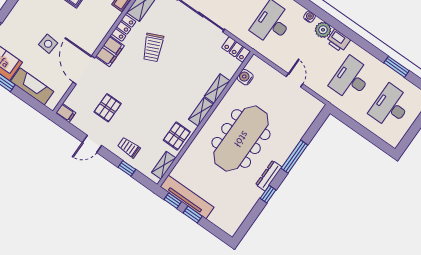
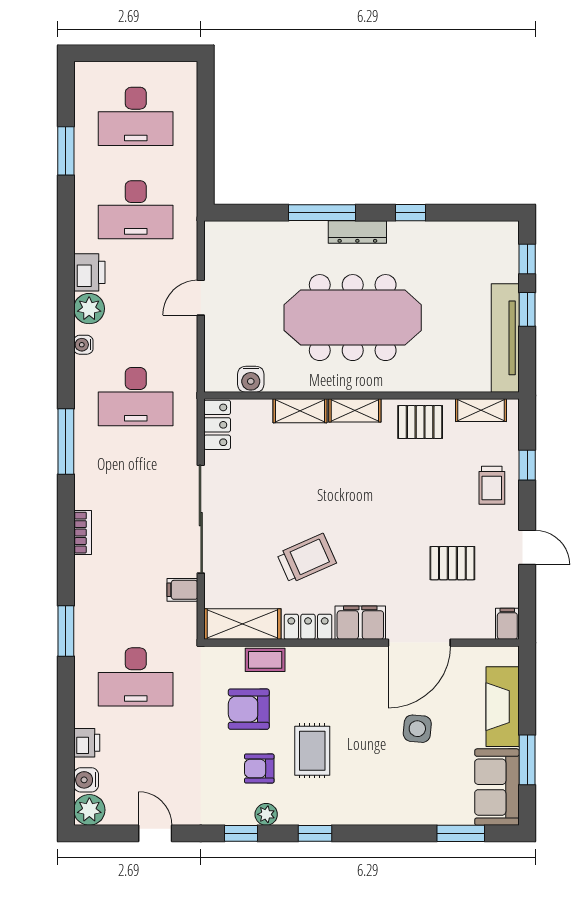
dresser: (269, 176) -> (357, 232), moved
window: (173, 201) -> (527, 259), moved

